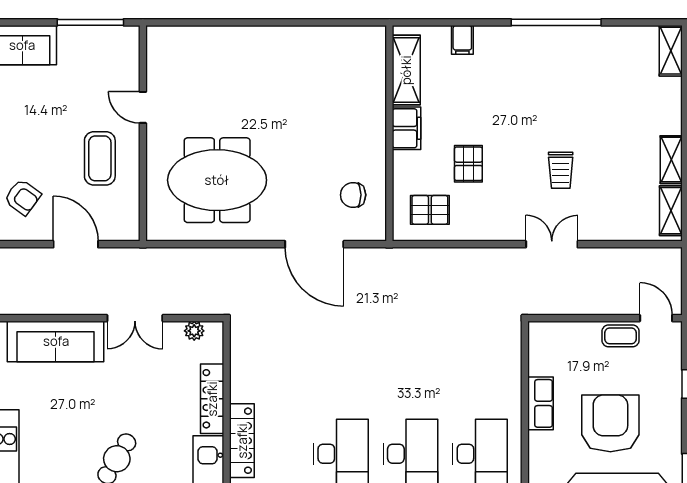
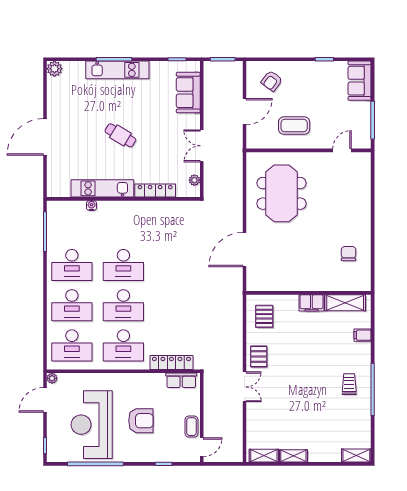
door: (143, 107) -> (342, 150), moved
pallet: (468, 164) -> (259, 357), moved, turned 90
trolley: (561, 170) -> (349, 384), moved, turned 90
chair: (353, 195) -> (349, 254), moved
sofa: (56, 341) -> (188, 93), width x0.73
row of seats: (540, 403) -> (181, 380), moved
armchair: (610, 423) -> (141, 421), width x0.73, depth x0.73
locker: (242, 441) -> (171, 362), moved, turned 180

